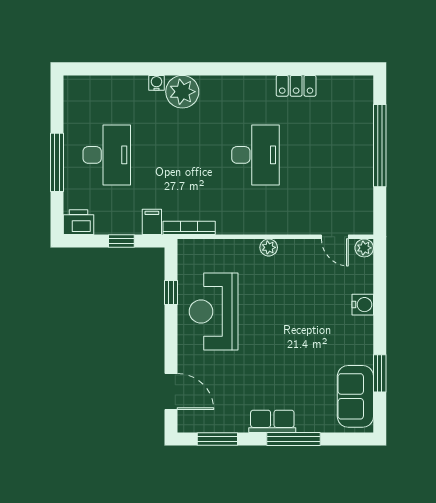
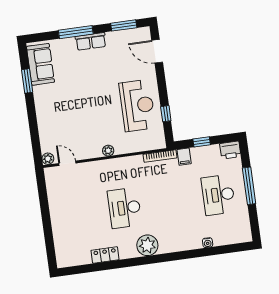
water cooler: (157, 83) -> (208, 243), moved
plant: (182, 92) -> (147, 245), moved
window: (380, 146) -> (47, 225), removed
water cooler: (363, 305) -> (44, 123), removed

